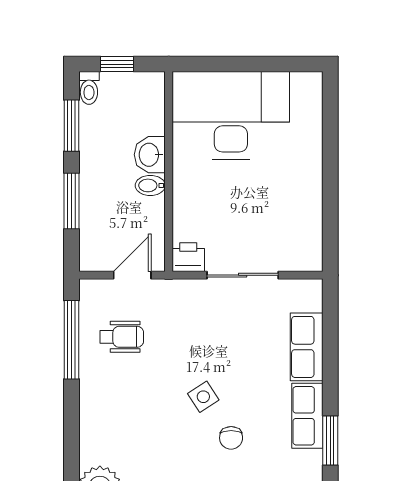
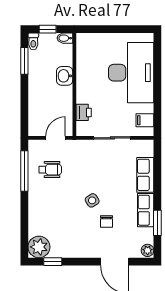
desk: (231, 115) -> (131, 73), moved, turned 90
bidet: (150, 185) -> (65, 38), moved
window: (71, 201) -> (24, 100), removed
filing cabinet: (306, 241) -> (145, 120), added
printer: (188, 257) -> (84, 112), moved, turned 90

